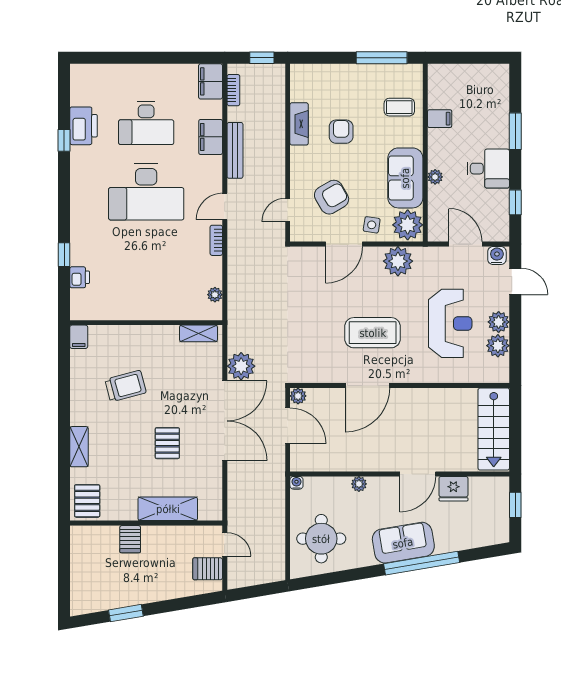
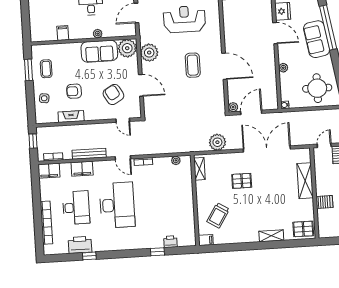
window: (382, 58) -> (29, 70), width x0.69
bookcase: (124, 72) -> (46, 223), added
coffee table: (399, 107) -> (46, 69), moved
side table: (372, 225) -> (44, 98), moved
coffee table: (373, 333) -> (193, 65), width x0.73, depth x0.76
trolley: (126, 386) -> (218, 215), moved, turned -133
double door: (225, 421) -> (267, 149), moved
pallet: (167, 443) -> (242, 181), moved

